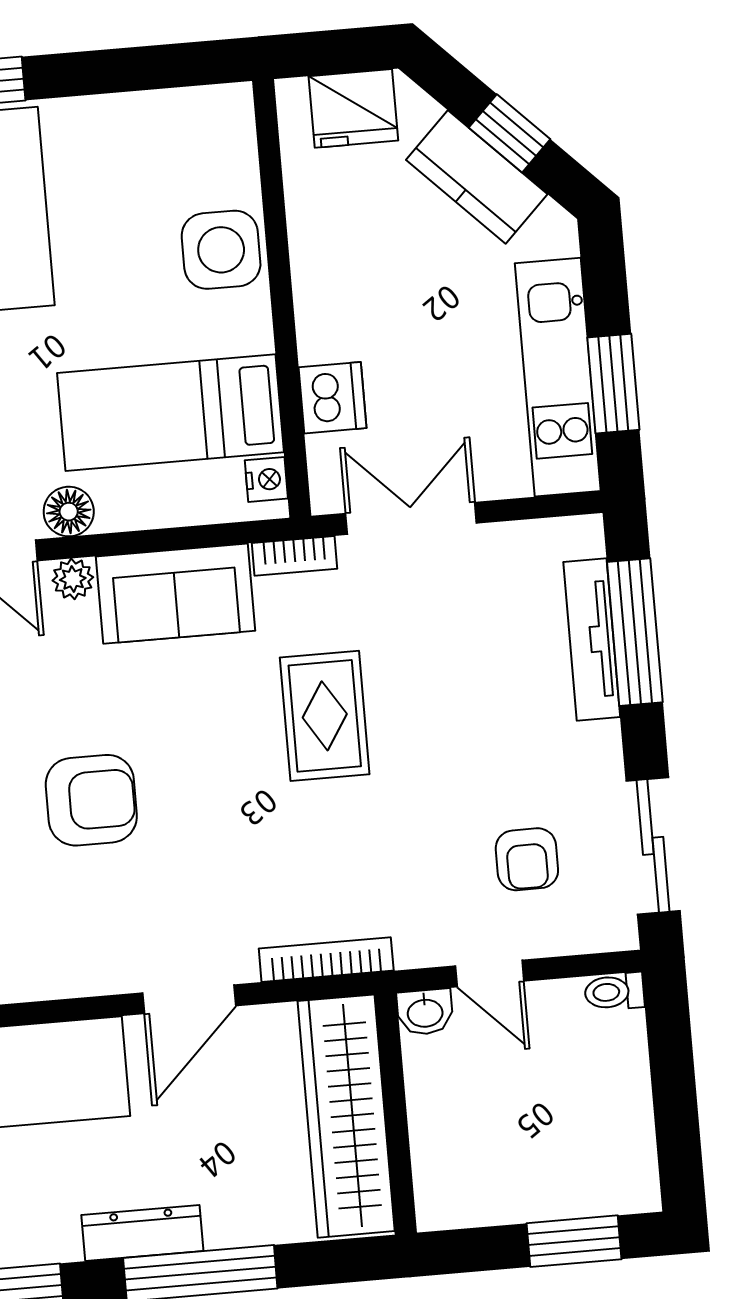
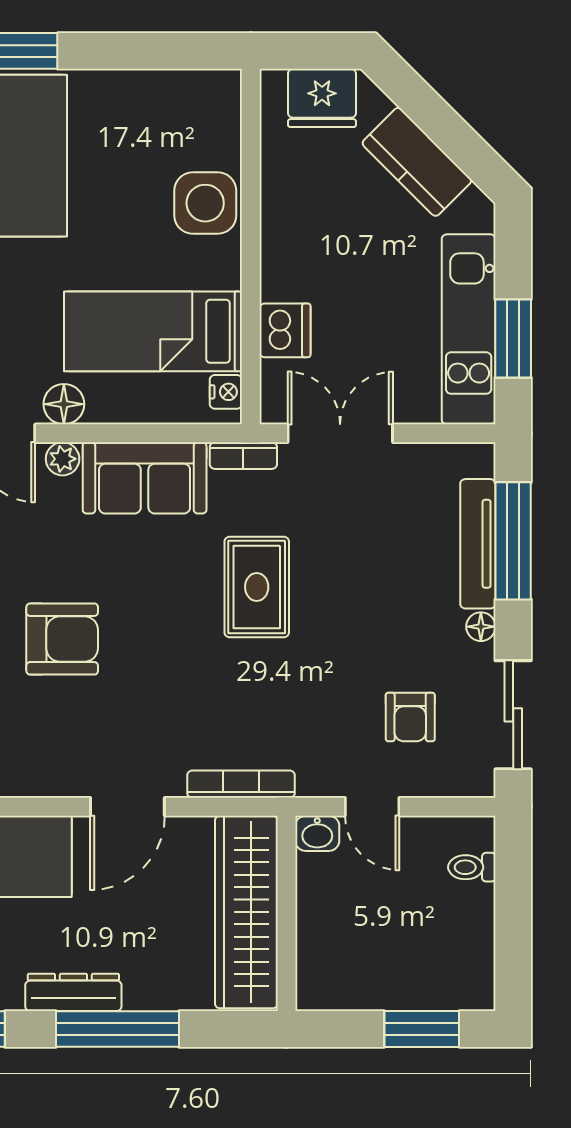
window: (509, 133) -> (446, 129), removed
floor lamp: (604, 741) -> (481, 627), added
toilet: (614, 992) -> (472, 867), moved

